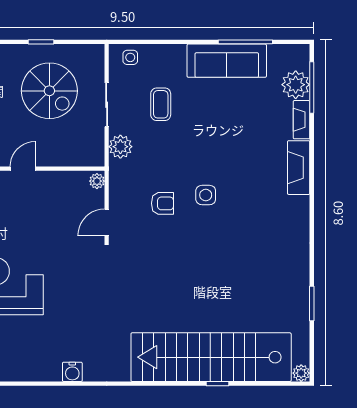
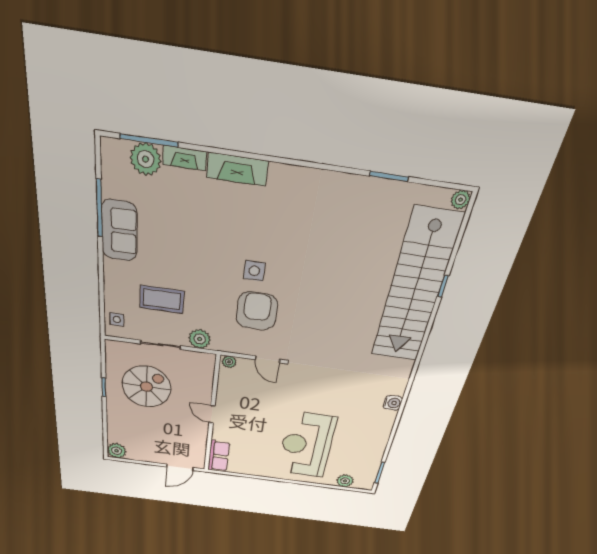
sofa: (227, 61) -> (119, 231), width x0.73
coffee table: (161, 104) -> (162, 299), width x1.36, depth x1.30
armchair: (162, 203) -> (257, 311), width x1.88, depth x1.88

